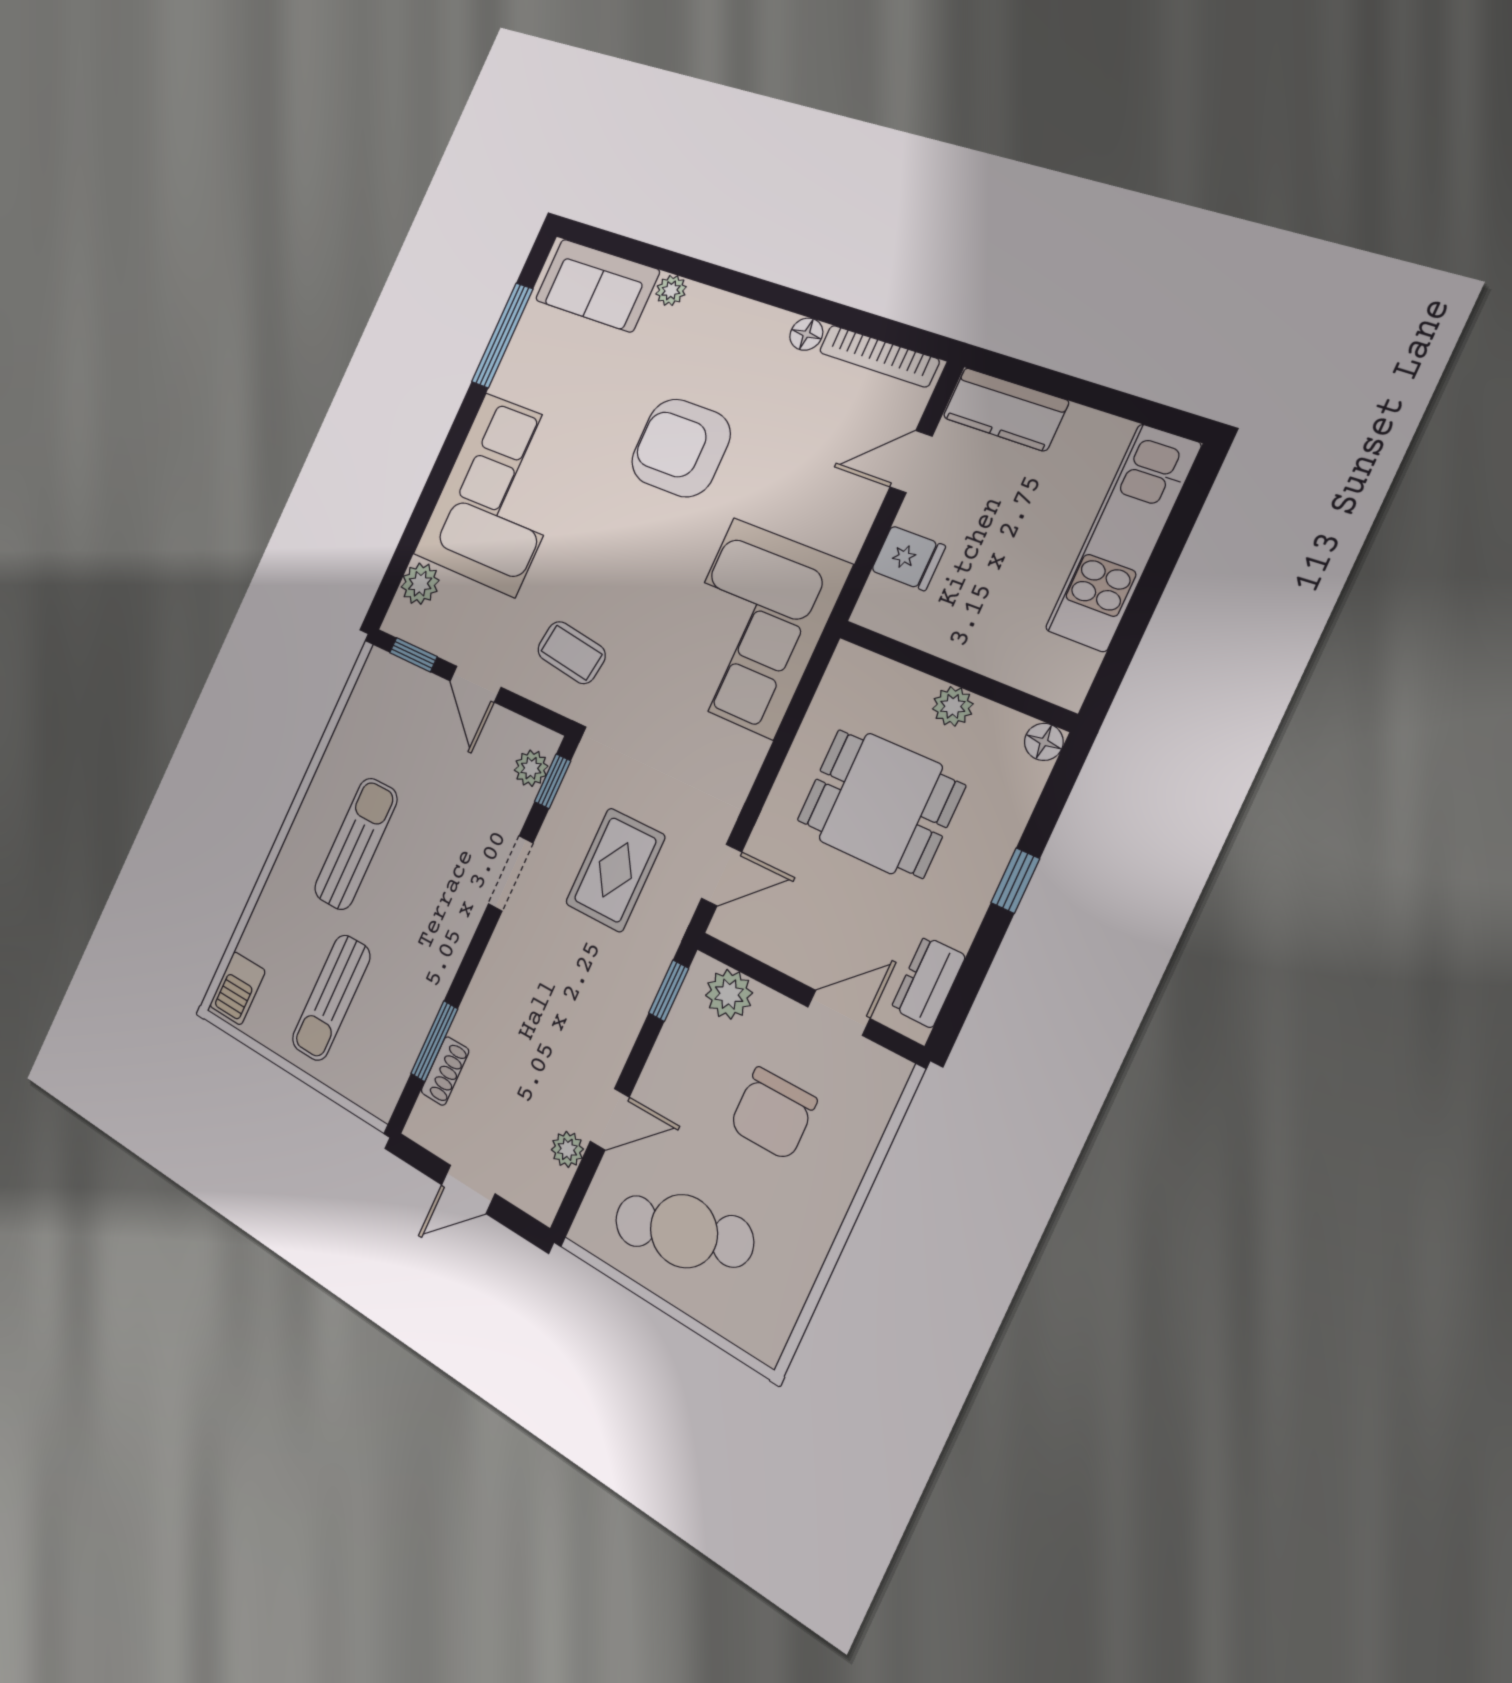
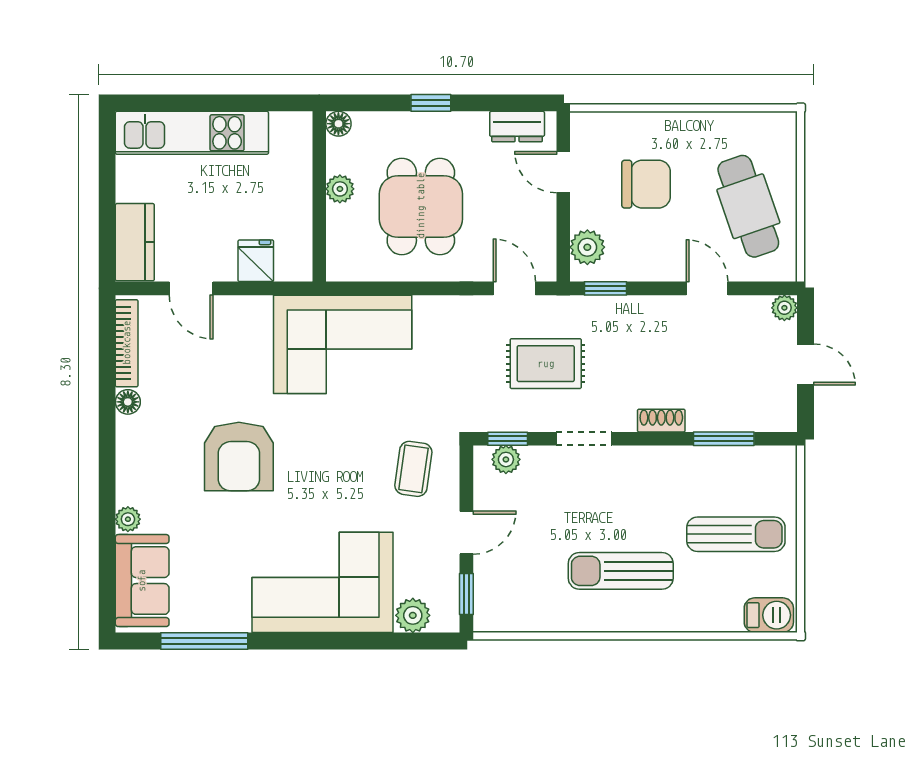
shoe rack: (445, 1071) -> (661, 421), moved
plant: (567, 1149) -> (784, 308), moved

